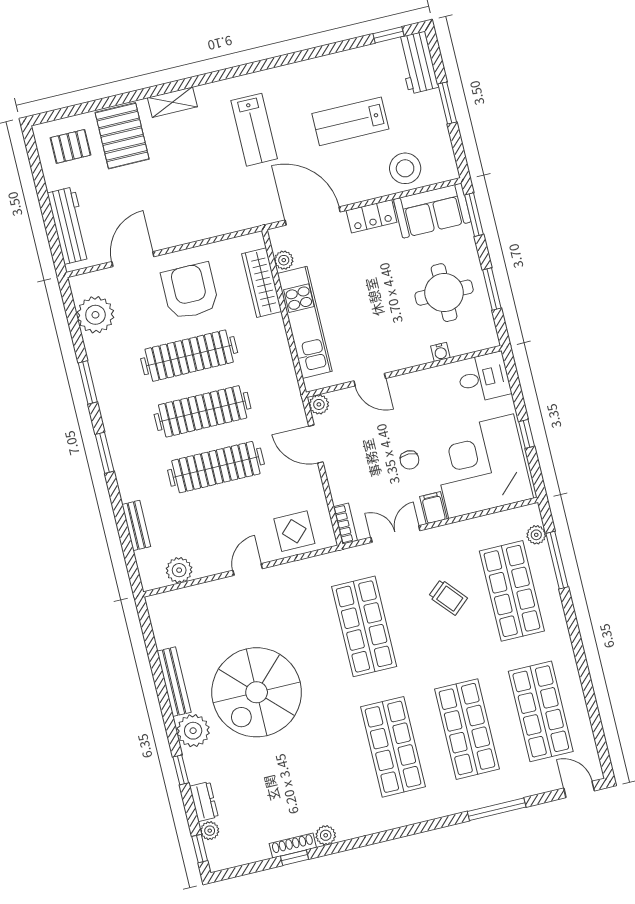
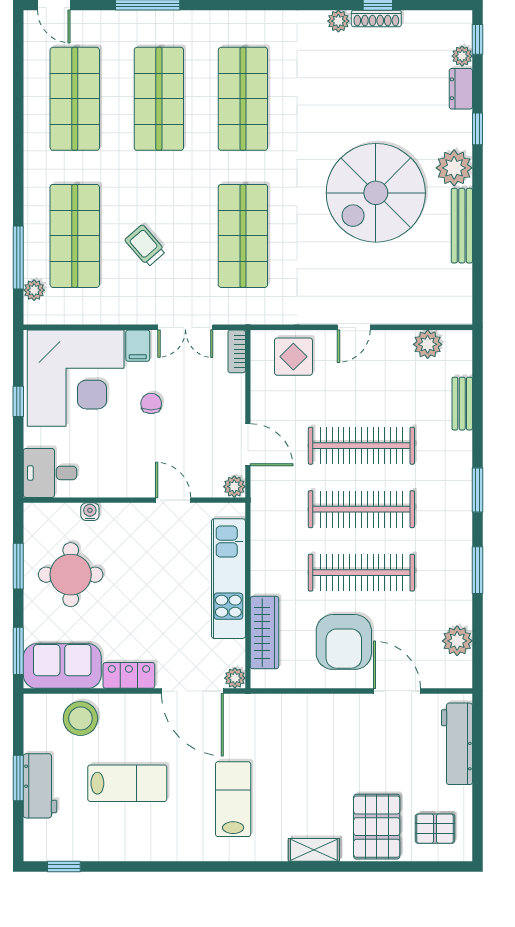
workbench: (417, 63) -> (40, 786), moved
door: (133, 259) -> (397, 691), swing flipped
plant: (284, 260) -> (235, 678), moved
plant: (95, 315) -> (457, 641), width x0.73, depth x0.73
spiral stairs: (257, 692) -> (376, 193), turned 180

